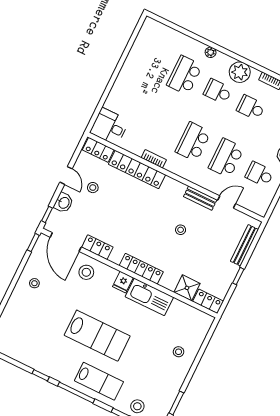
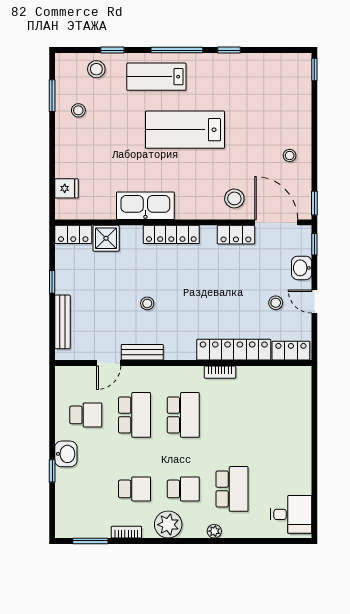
desk: (110, 127) -> (291, 514), moved
fridge: (123, 282) -> (66, 188), moved, turned 90
stool: (179, 352) -> (78, 110), moved

